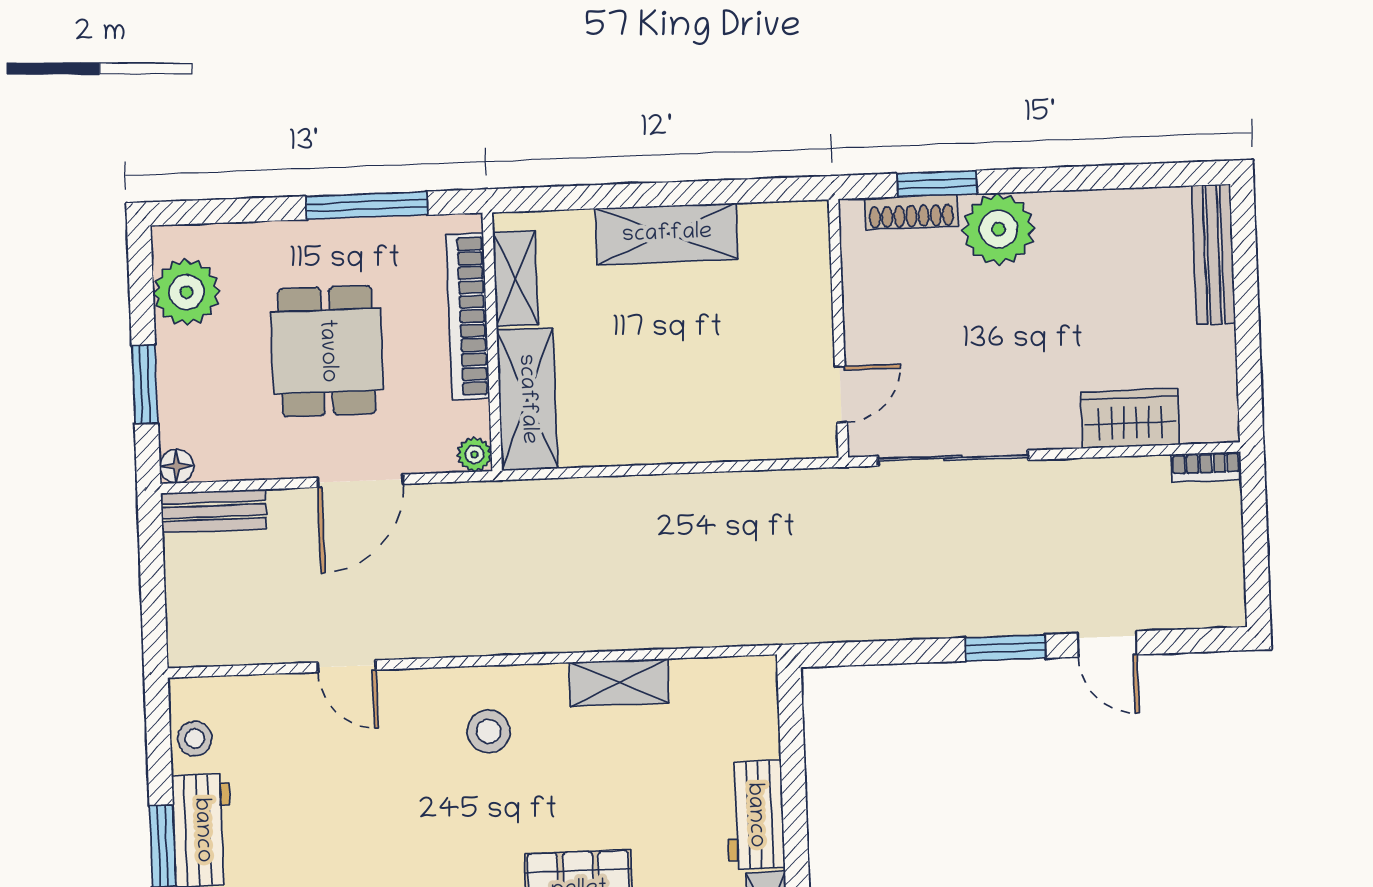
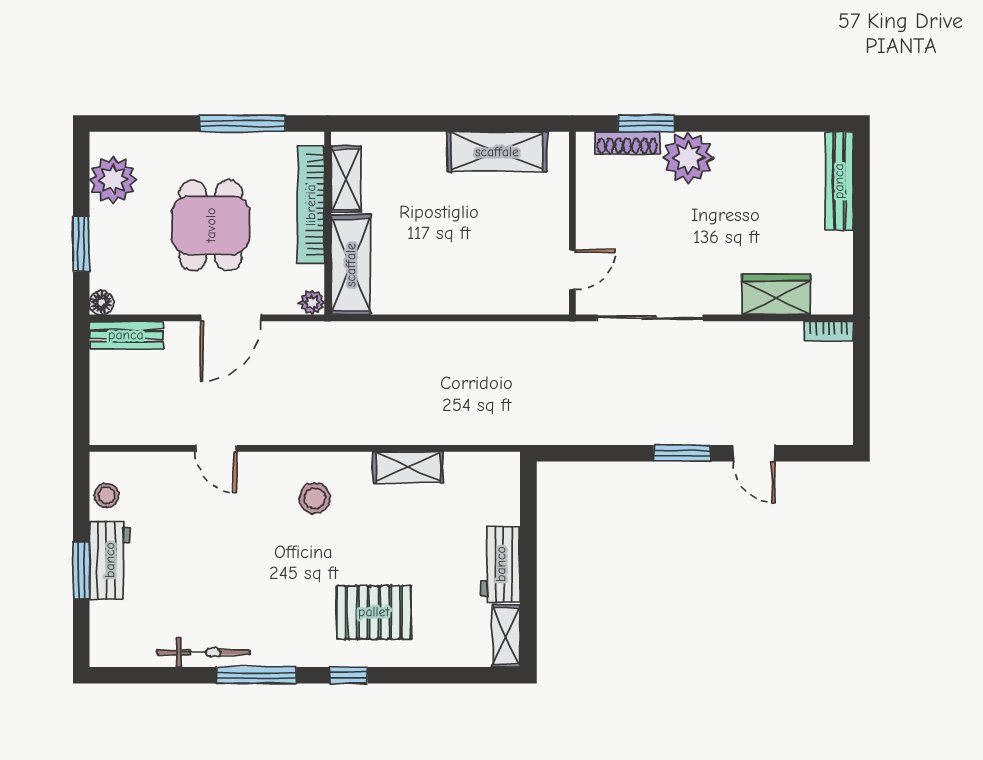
shelving: (667, 234) -> (497, 152), moved

